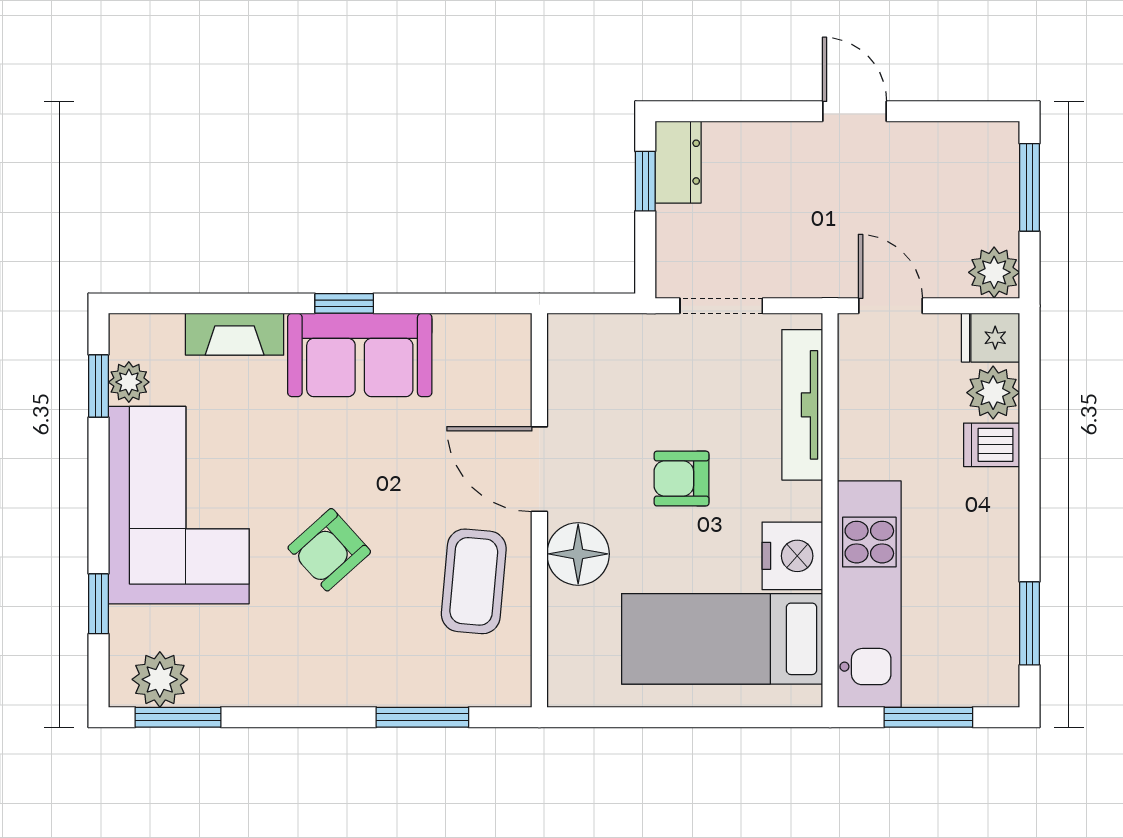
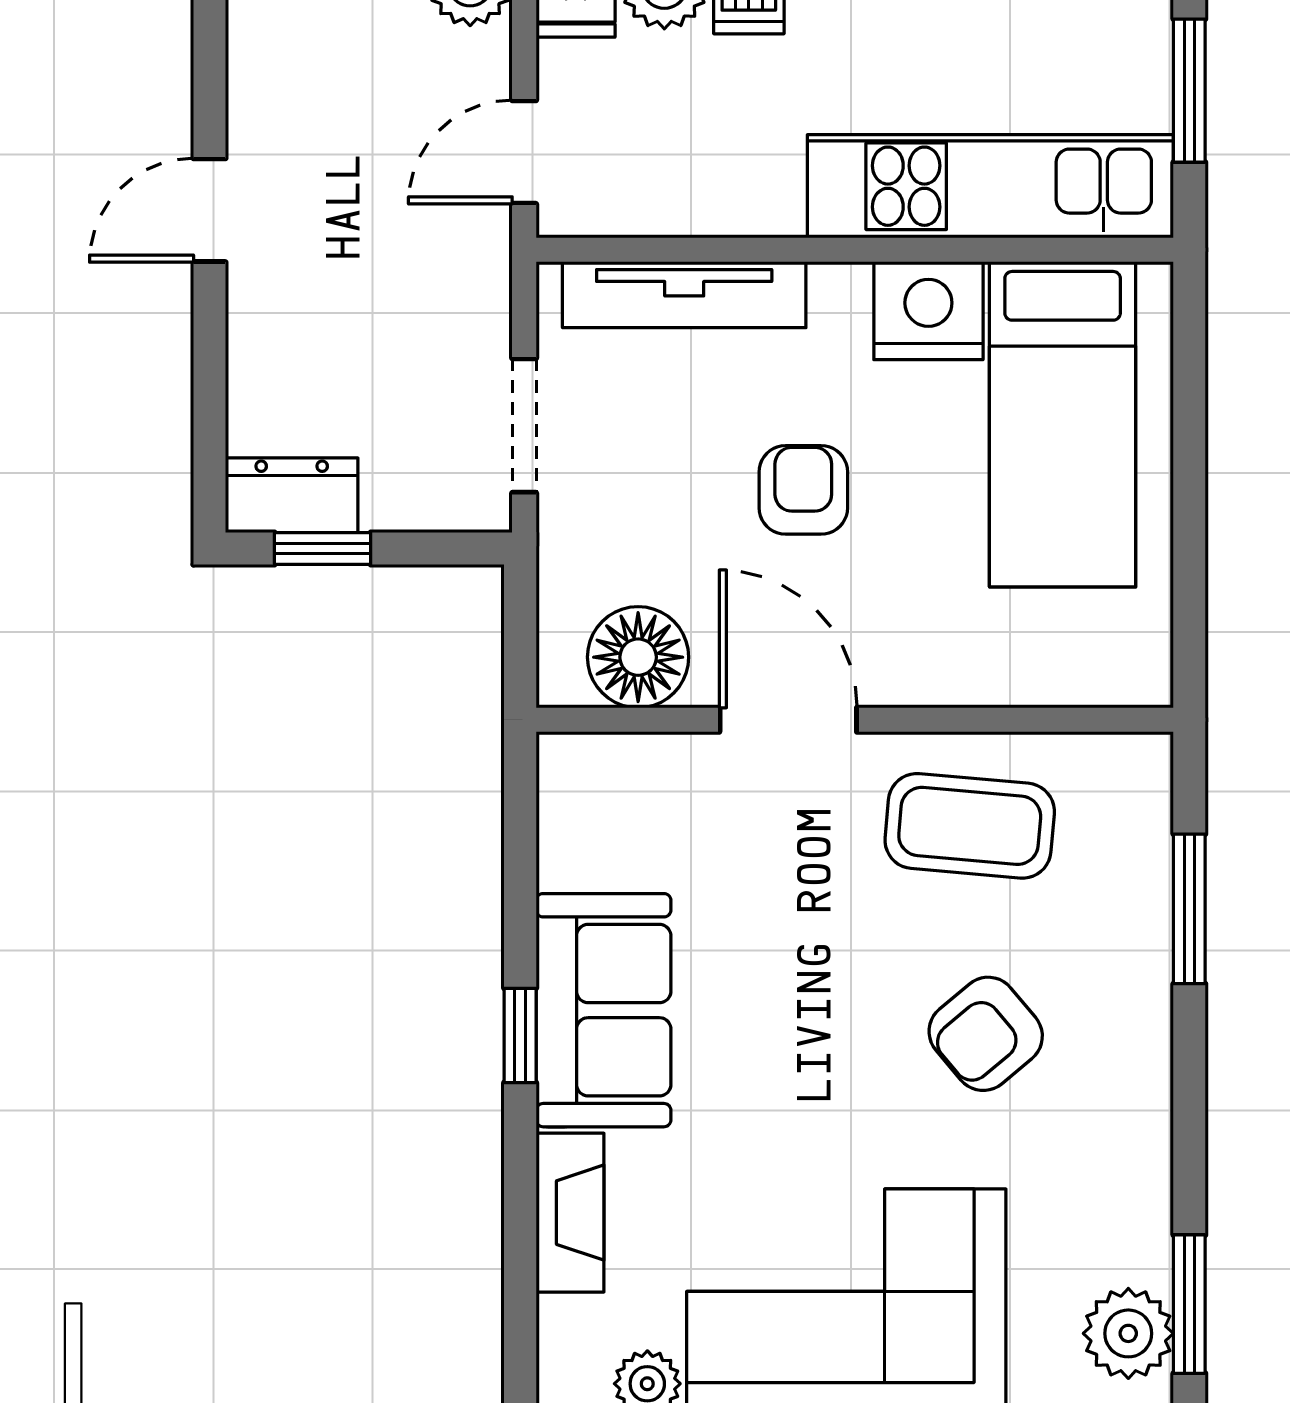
door: (539, 469) -> (788, 720), swing flipped
armchair: (682, 479) -> (803, 490), turned 180
armchair: (329, 550) -> (986, 1034), moved, turned 92
floor lamp: (578, 554) -> (638, 657), moved

